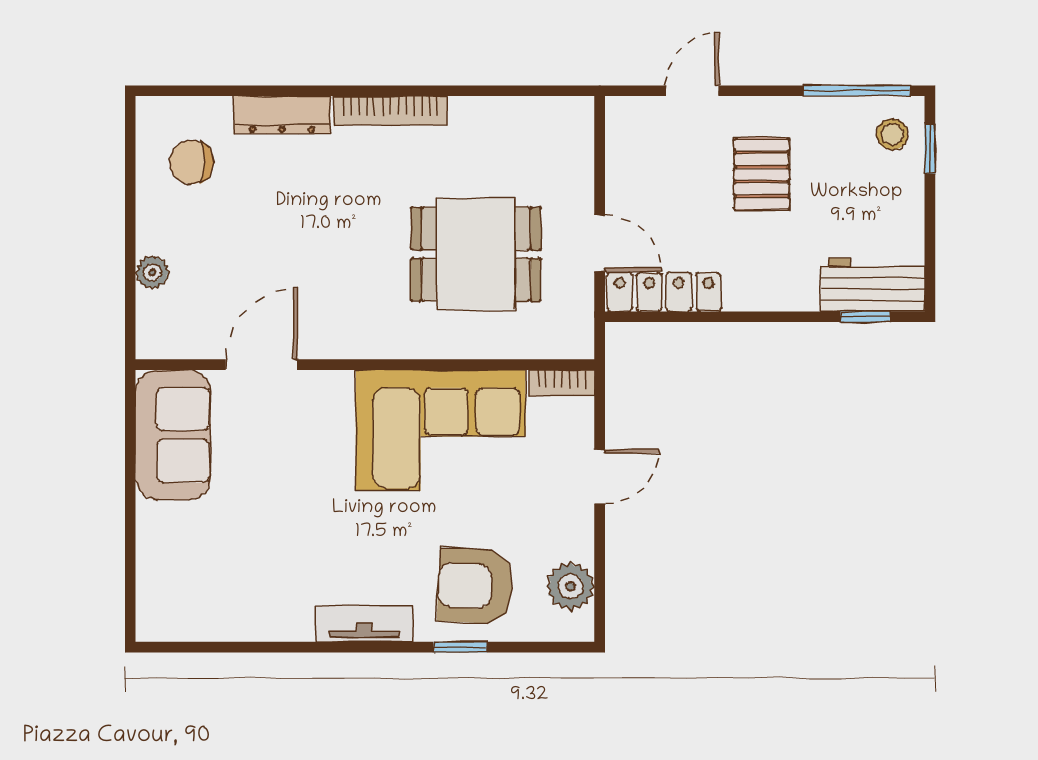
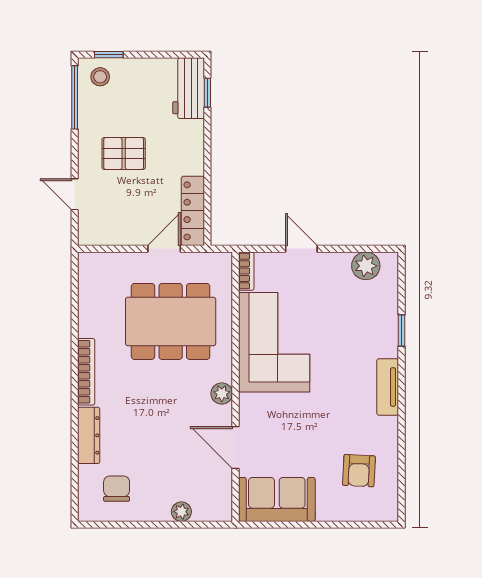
chair: (191, 162) -> (117, 489), turned 180
dining table: (476, 254) -> (171, 321), width x1.37
plant: (353, 341) -> (222, 393), added
armchair: (475, 586) -> (359, 471), moved, width x0.72, depth x0.72

